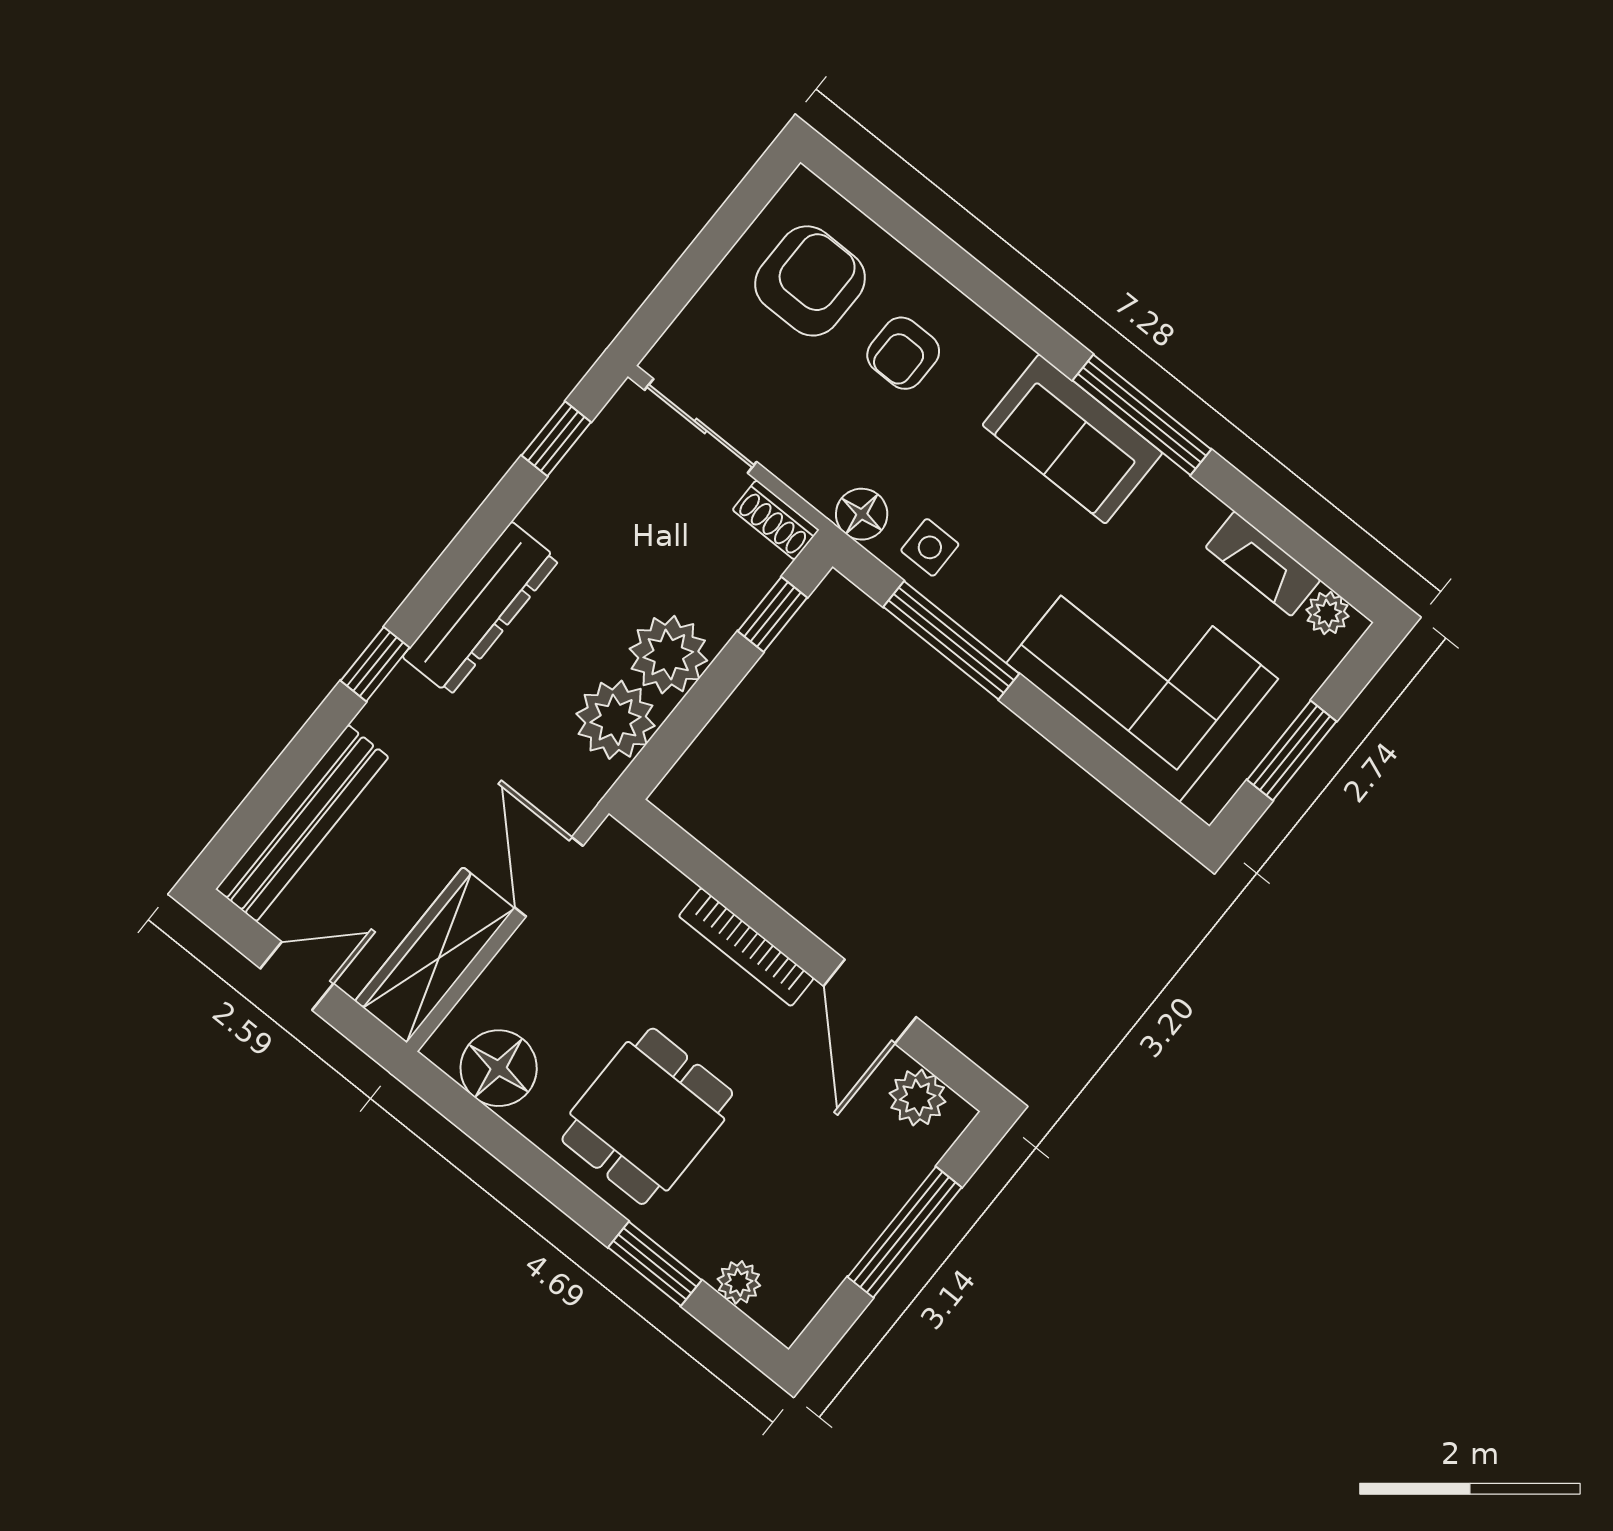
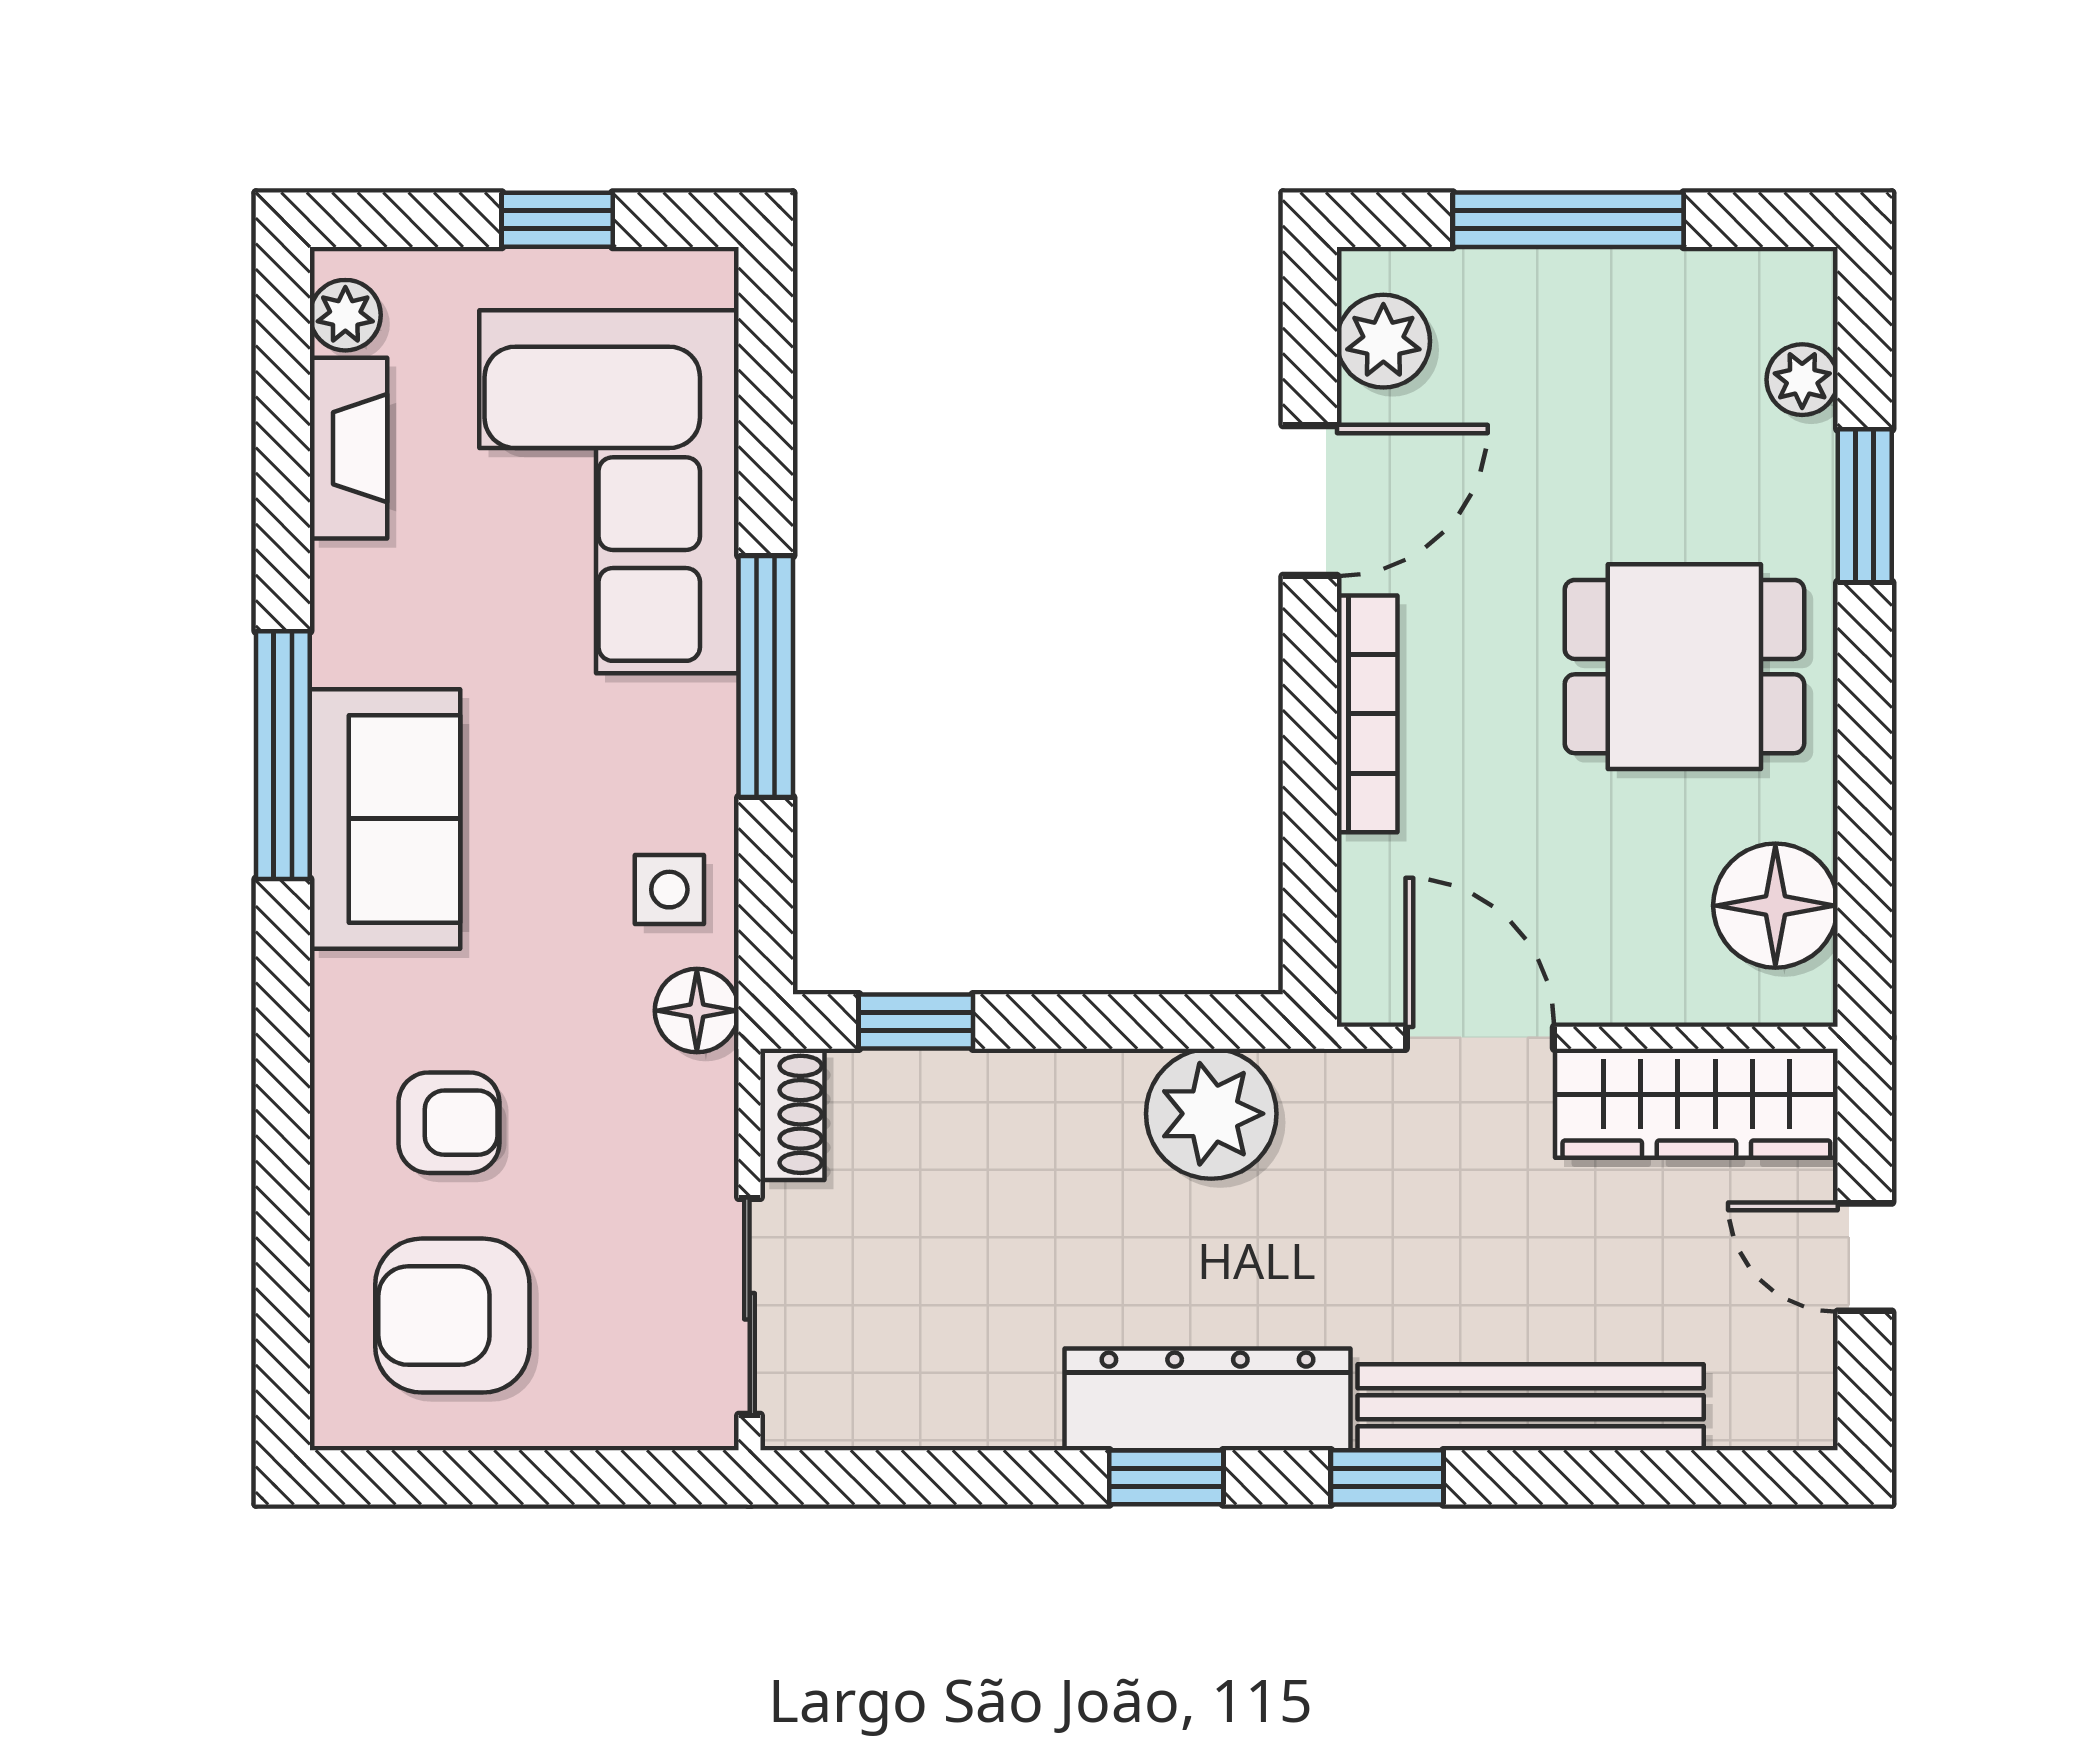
window: (556, 439) -> (1166, 1477), moved
window: (951, 640) -> (766, 677), moved
plant: (668, 655) -> (1074, 1113), removed
window: (1292, 751) -> (557, 220), width x0.67
bench: (302, 823) -> (1531, 1407), moved
door: (549, 877) -> (1480, 1038), swing flipped

